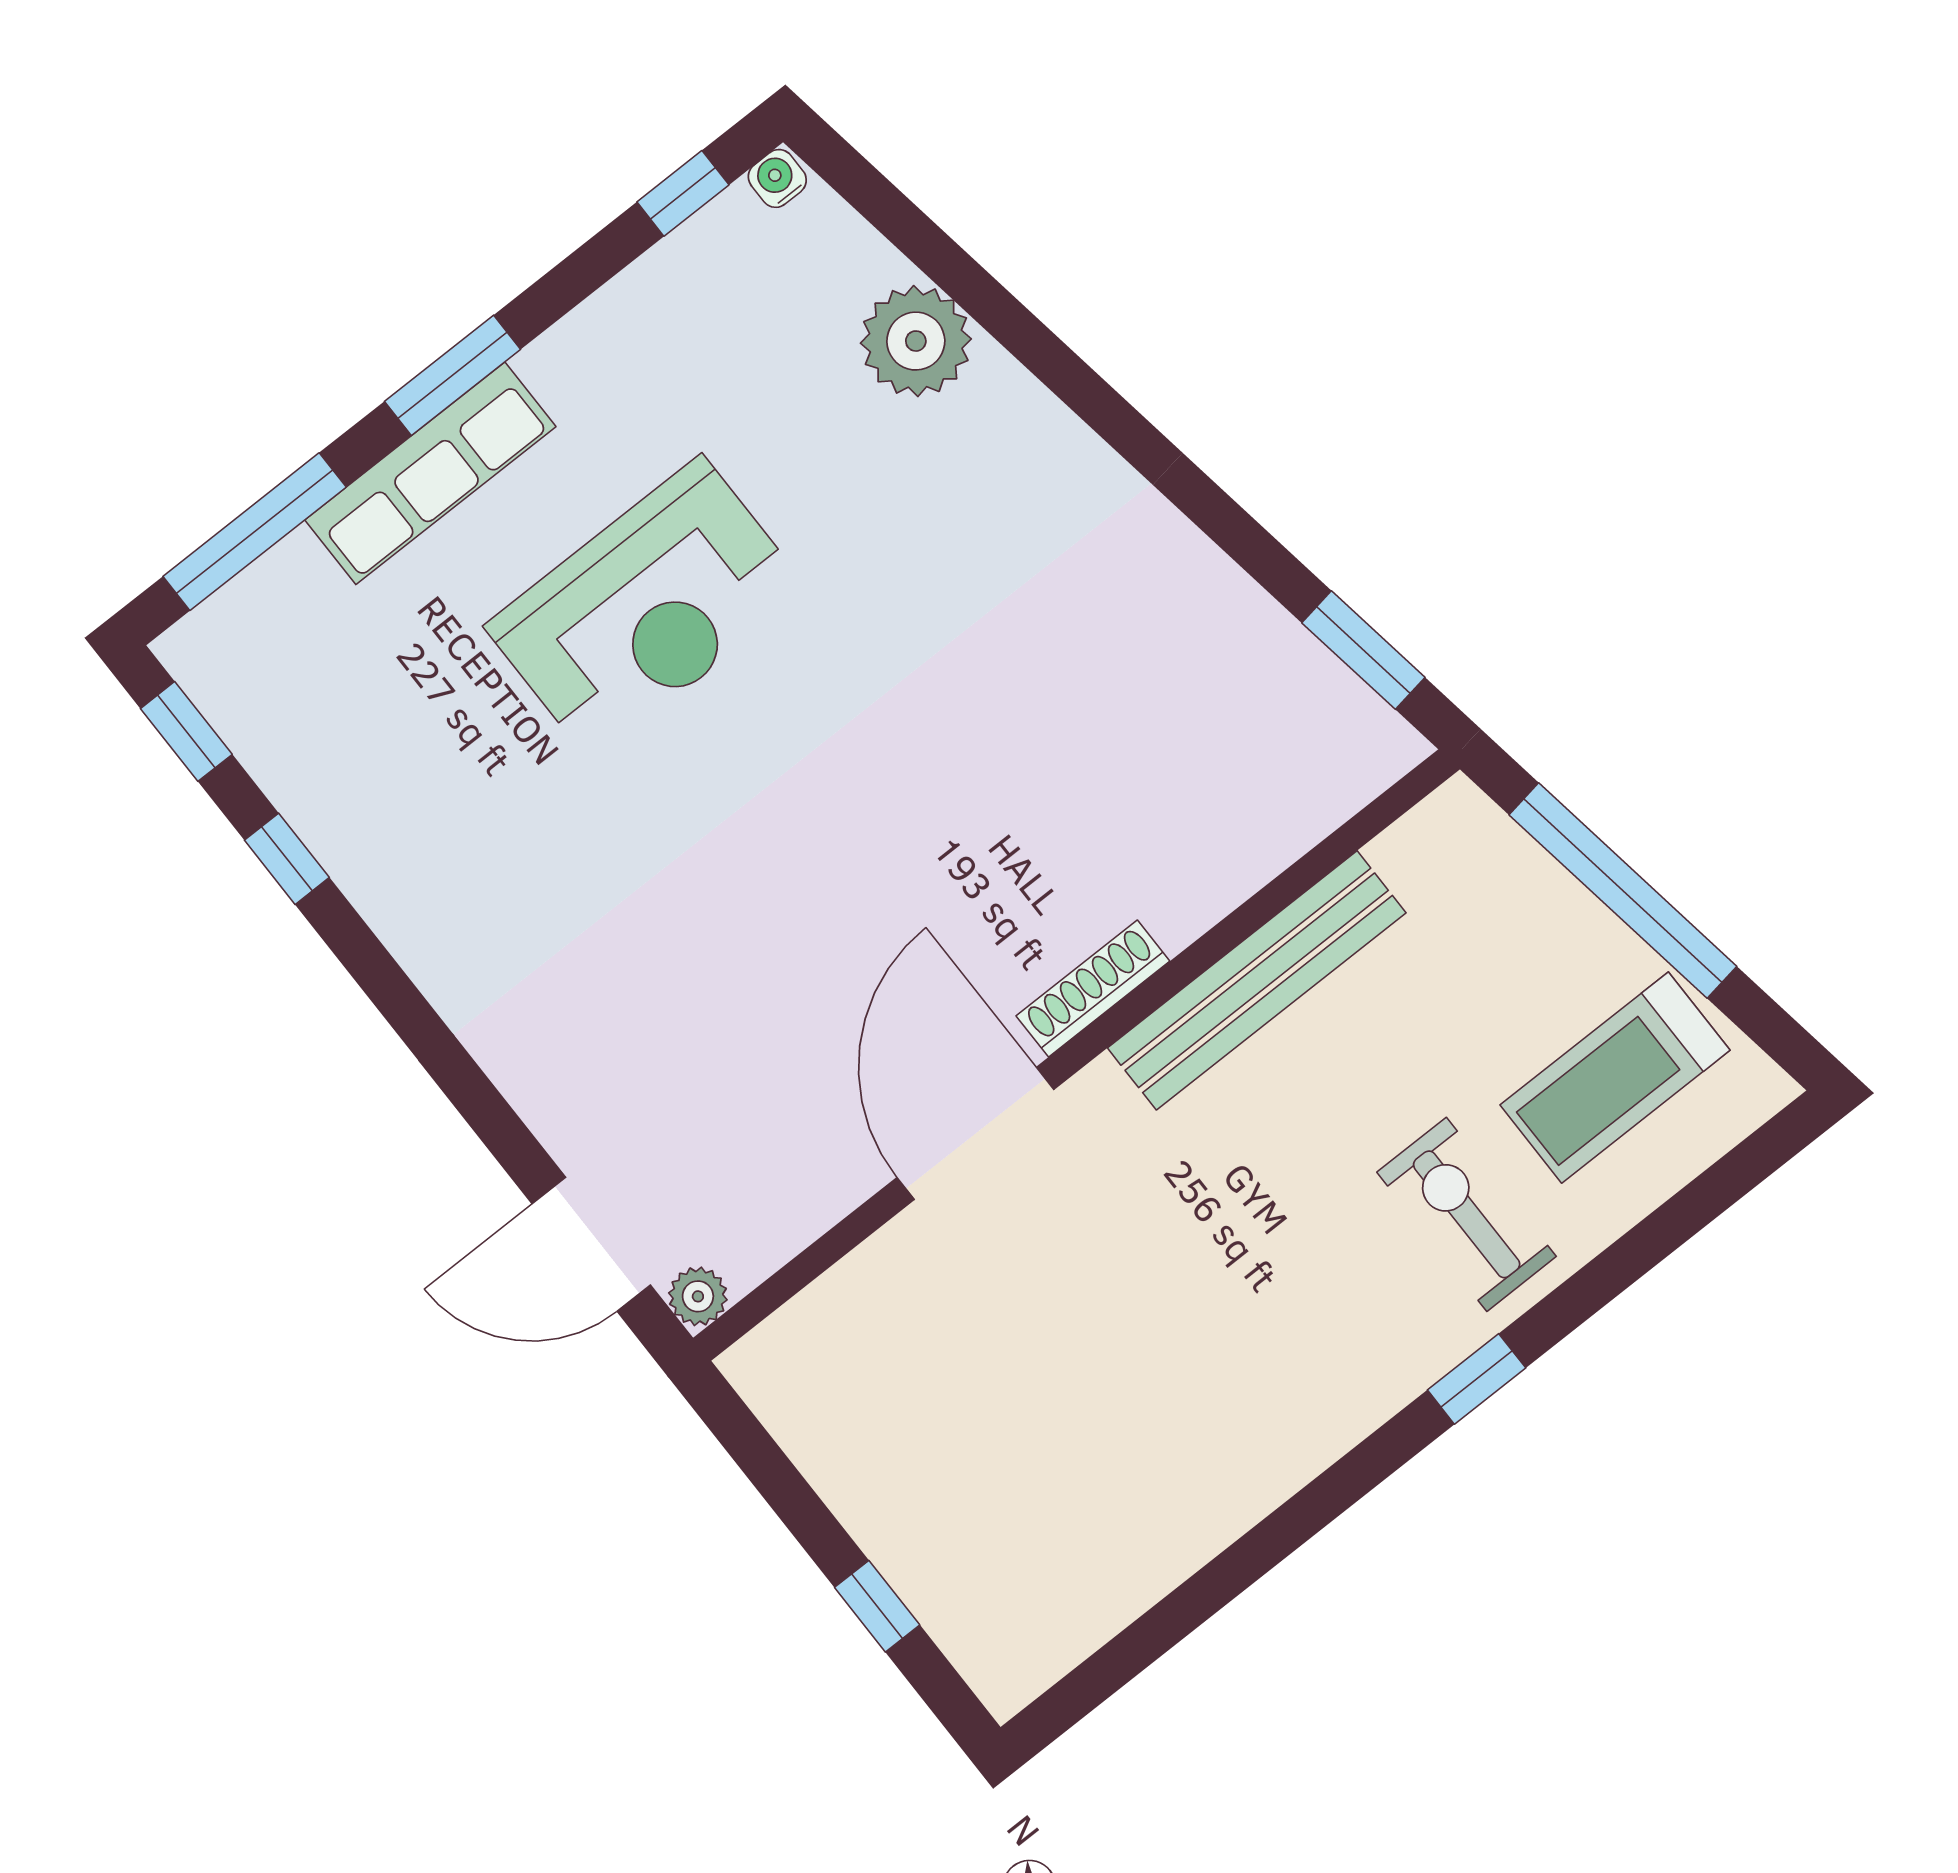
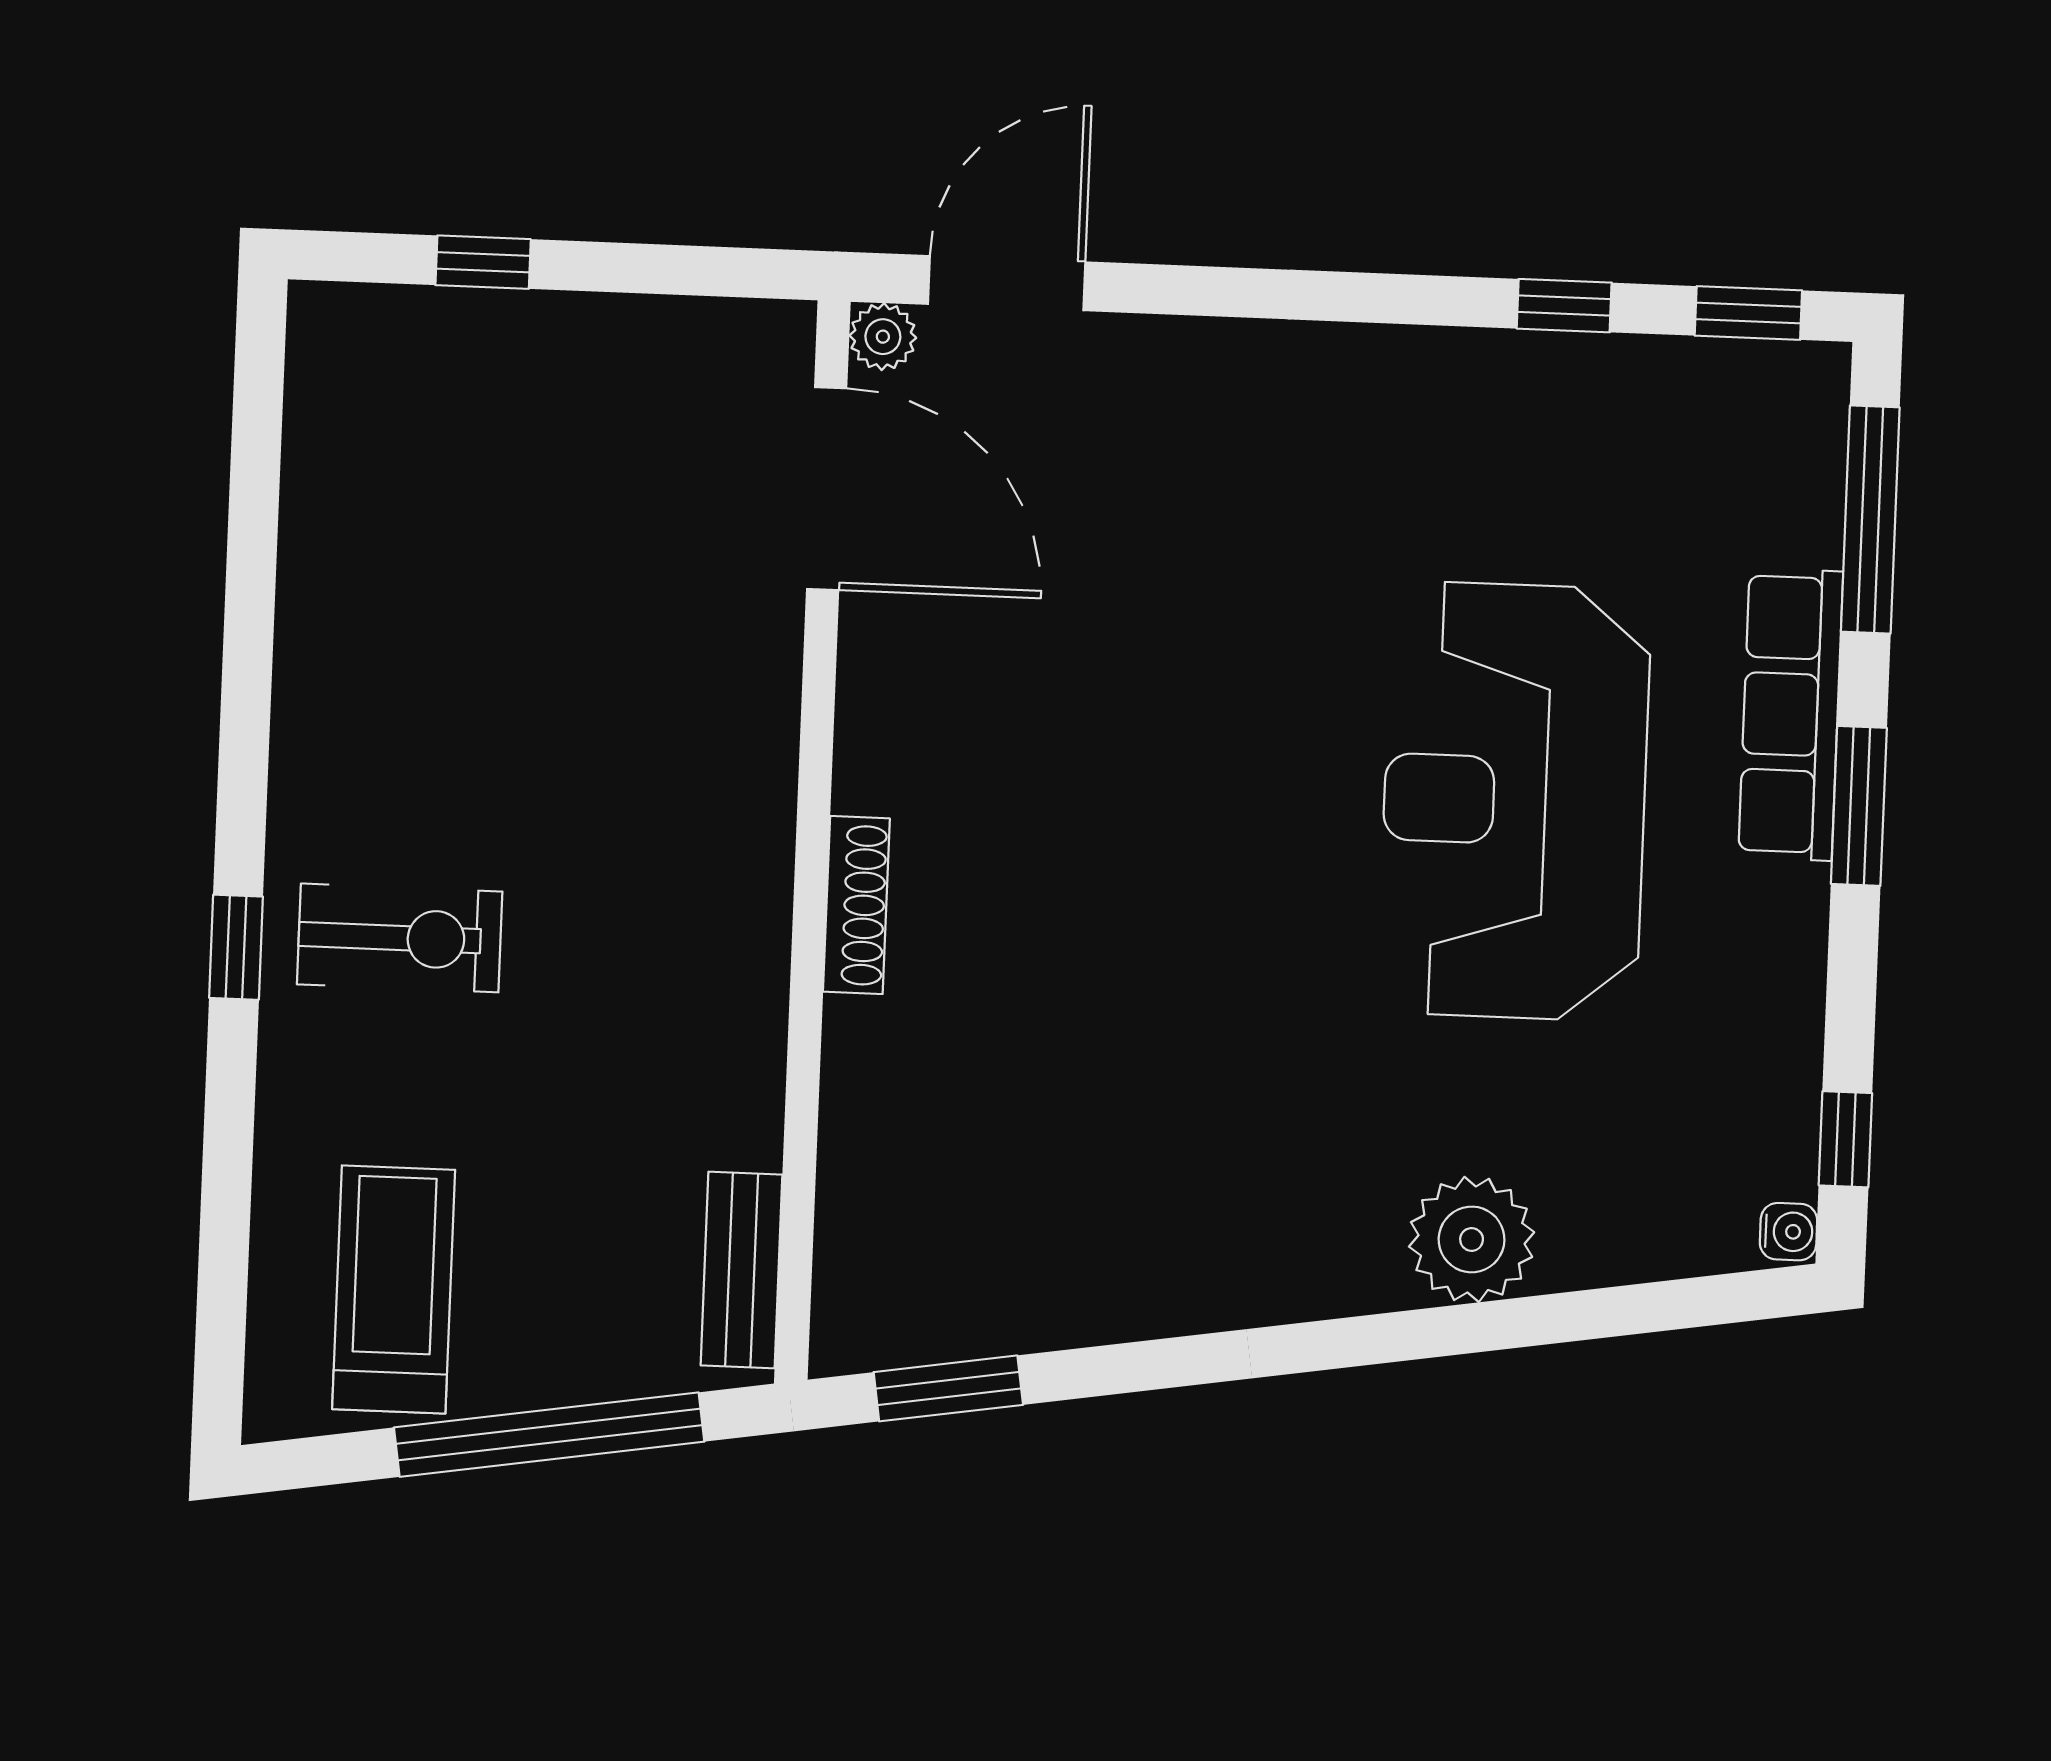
plant: (916, 341) -> (1472, 1239), moved
reception desk: (647, 608) -> (1514, 801), width x1.36, depth x1.30
bench: (1257, 980) -> (742, 1270), moved, width x0.54, depth x0.82
door: (975, 1133) -> (827, 489), moved
exercise bike: (1467, 1214) -> (400, 938), moved

